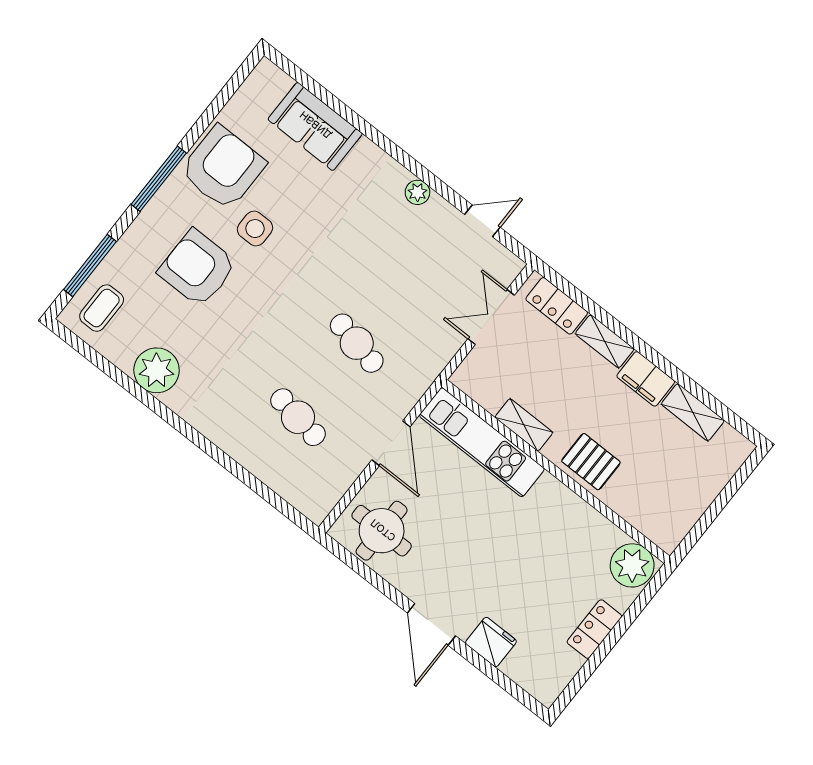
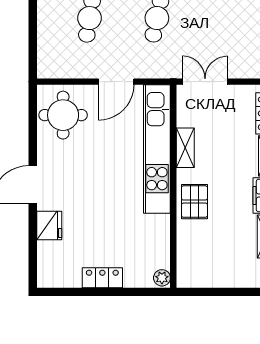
double door: (491, 317) -> (205, 82), moved
kitchen unit: (482, 442) -> (157, 149), width x1.36
plant: (632, 565) -> (162, 278), width x0.53, depth x0.53

